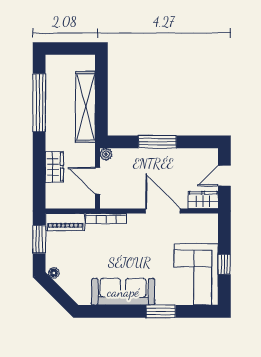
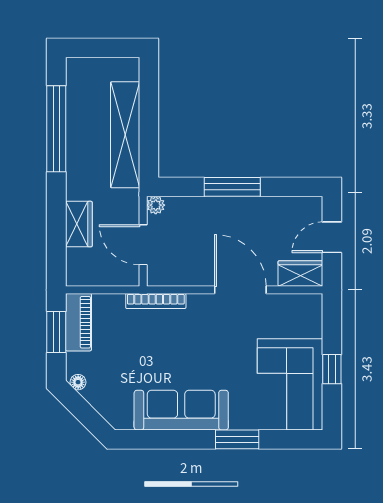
piano: (65, 222) -> (78, 322), moved, turned -90

